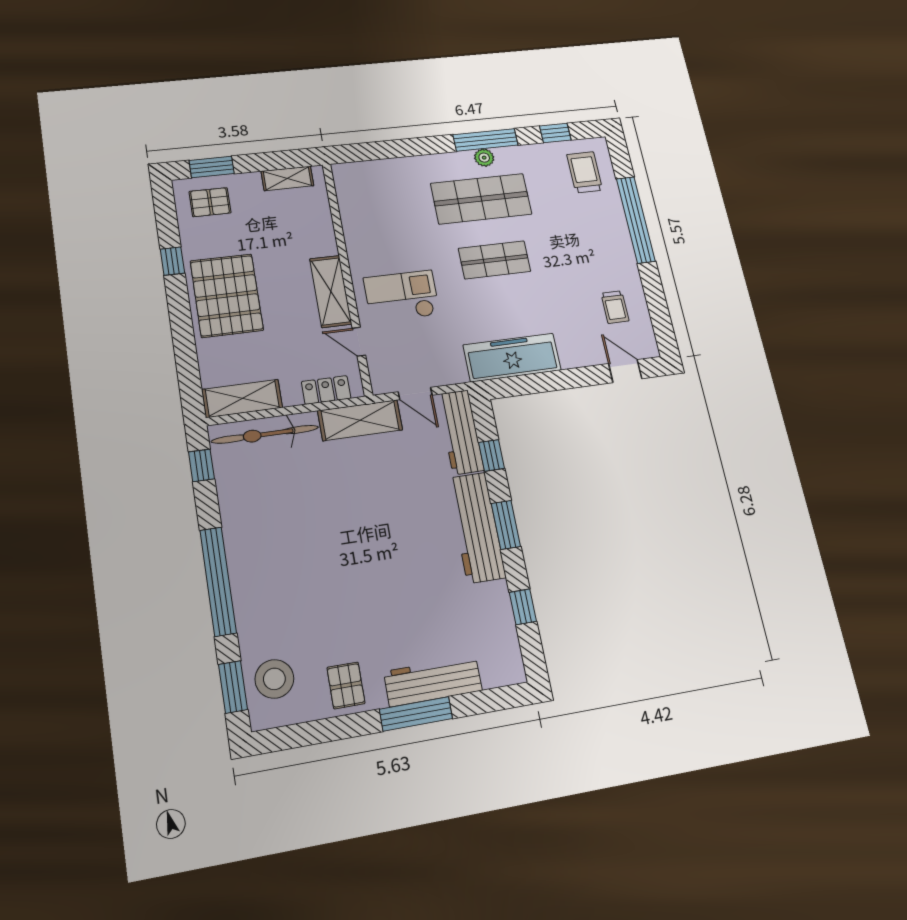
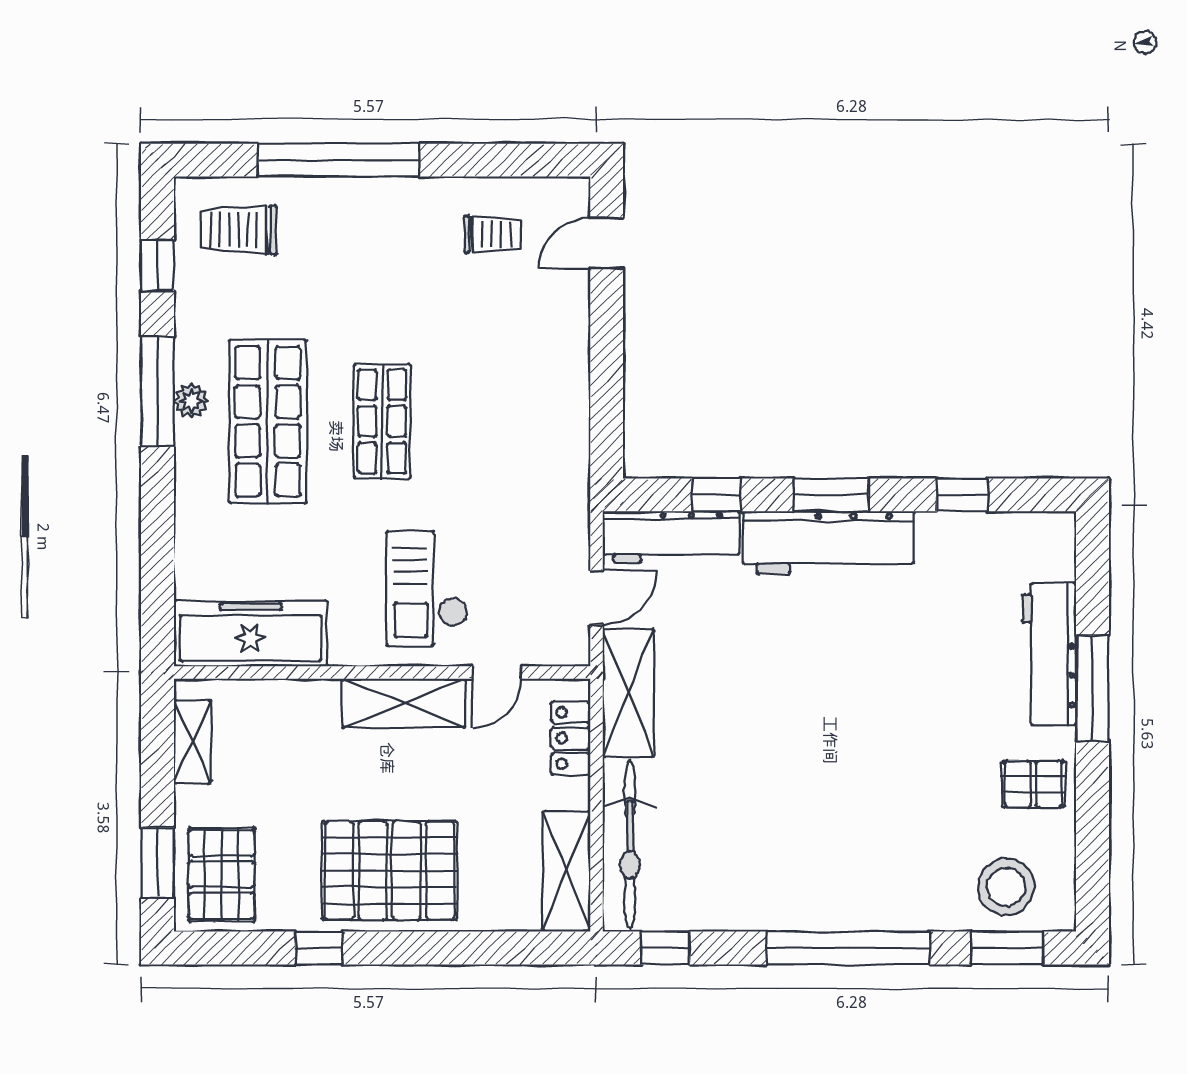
pallet: (210, 202) -> (221, 874), width x1.50, depth x1.42
freezer: (512, 358) -> (251, 633), moved, turned 90

